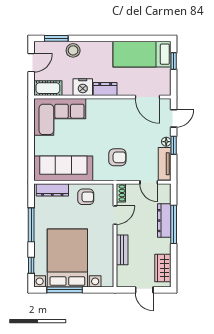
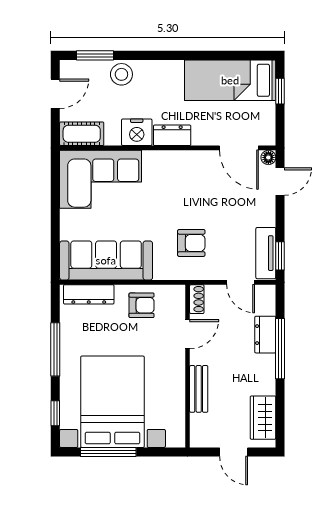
floor lamp: (166, 142) -> (268, 157), moved
window: (174, 145) -> (280, 256), moved
dresser: (164, 221) -> (265, 335), width x0.70

